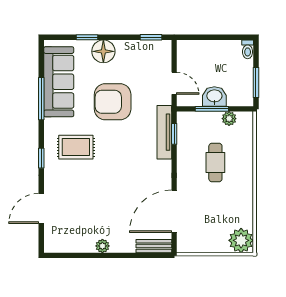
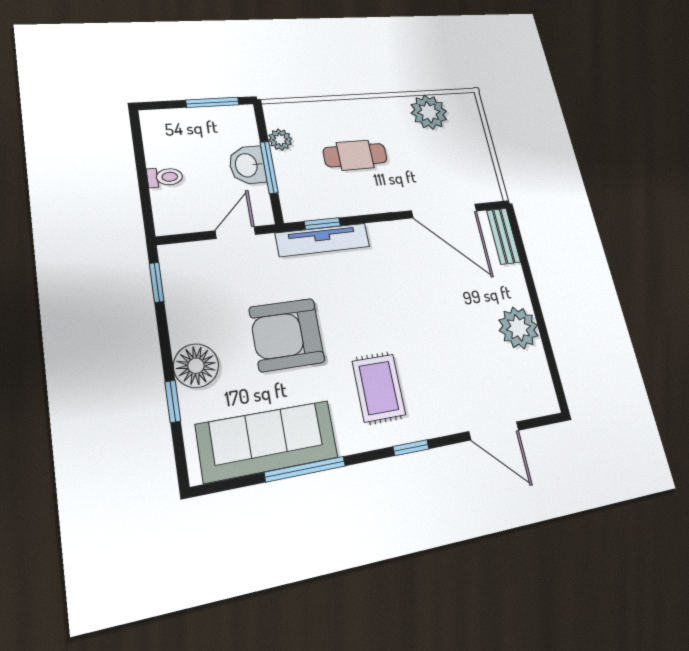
toilet: (248, 49) -> (165, 177), moved
armchair: (113, 102) -> (287, 335), turned 90
plant: (241, 240) -> (429, 112), moved
plant: (102, 246) -> (518, 328), width x1.87, depth x1.87

